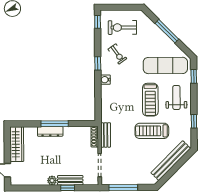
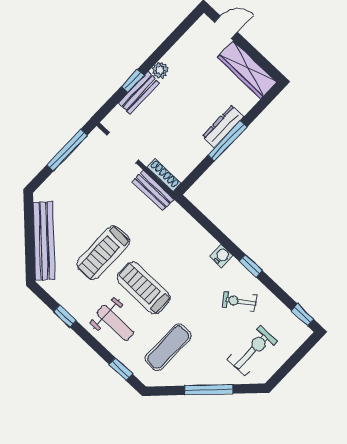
exercise bike: (122, 27) -> (253, 350), moved
exercise mat: (165, 65) -> (168, 347), width x0.73, depth x0.69
treadmill: (152, 131) -> (103, 253), turned 180

